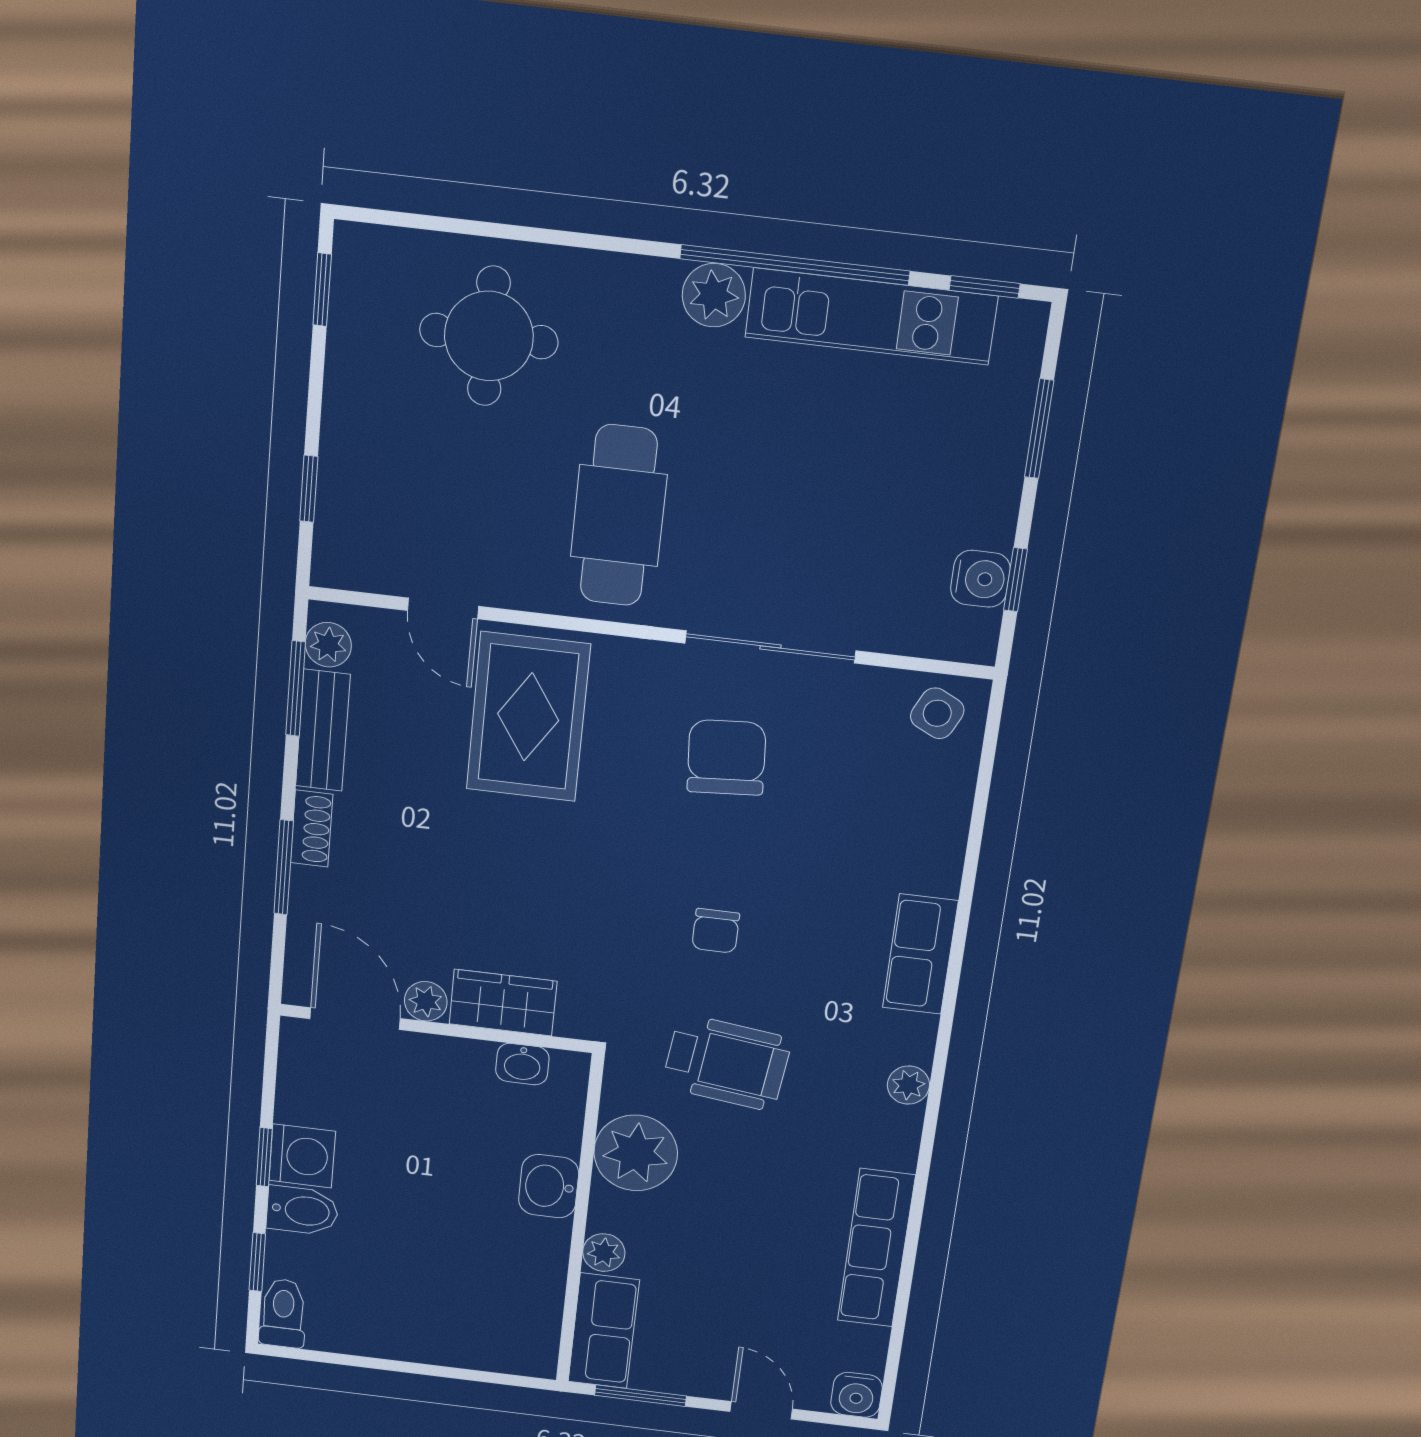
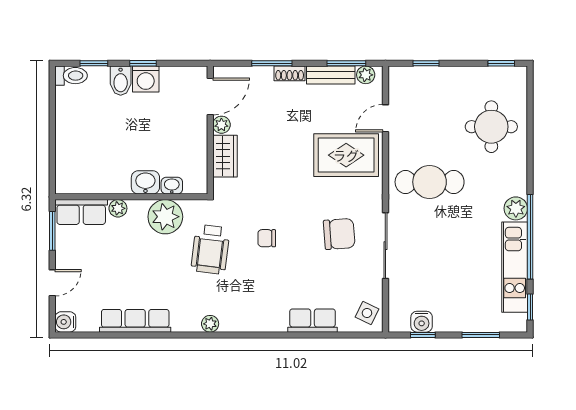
row of seats: (920, 954) -> (313, 321), moved
washbasin: (522, 1064) -> (172, 186), moved, turned 90

